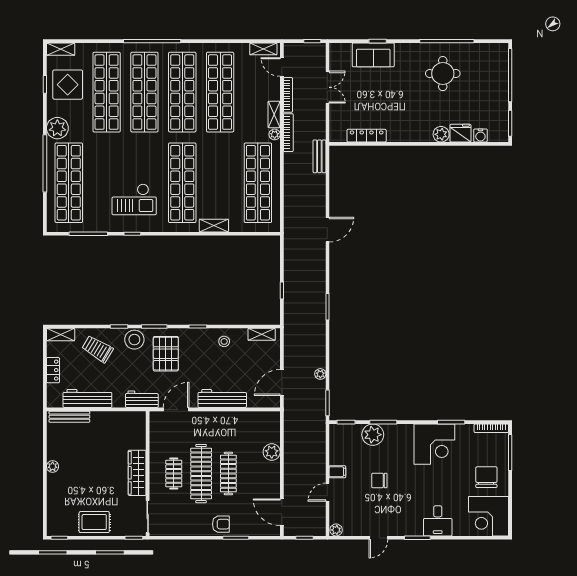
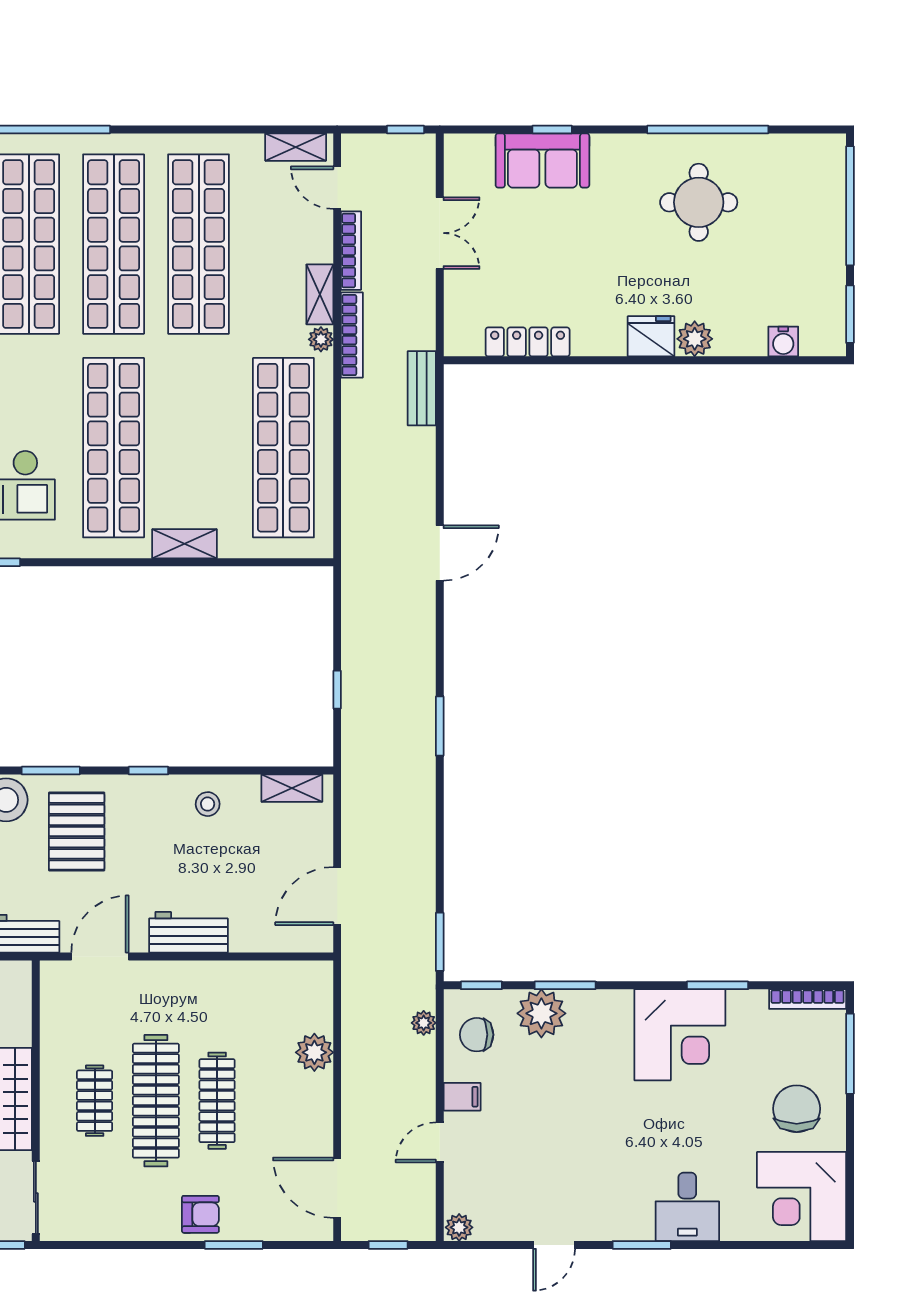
fridge: (460, 133) -> (651, 336), moved
plant: (320, 374) -> (424, 1023), moved
workbench: (222, 399) -> (188, 932), width x0.73
chair: (379, 481) -> (477, 1035), moved

